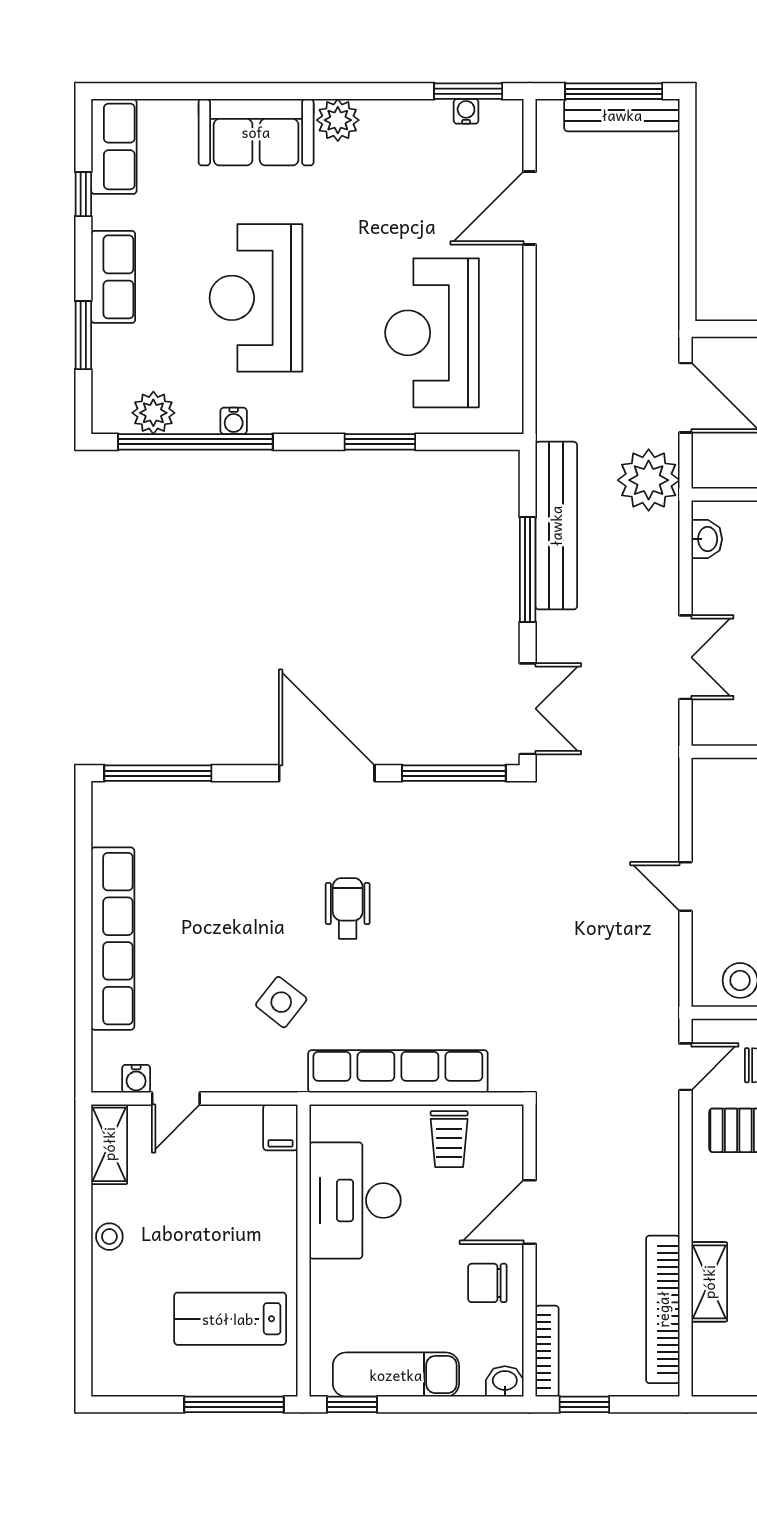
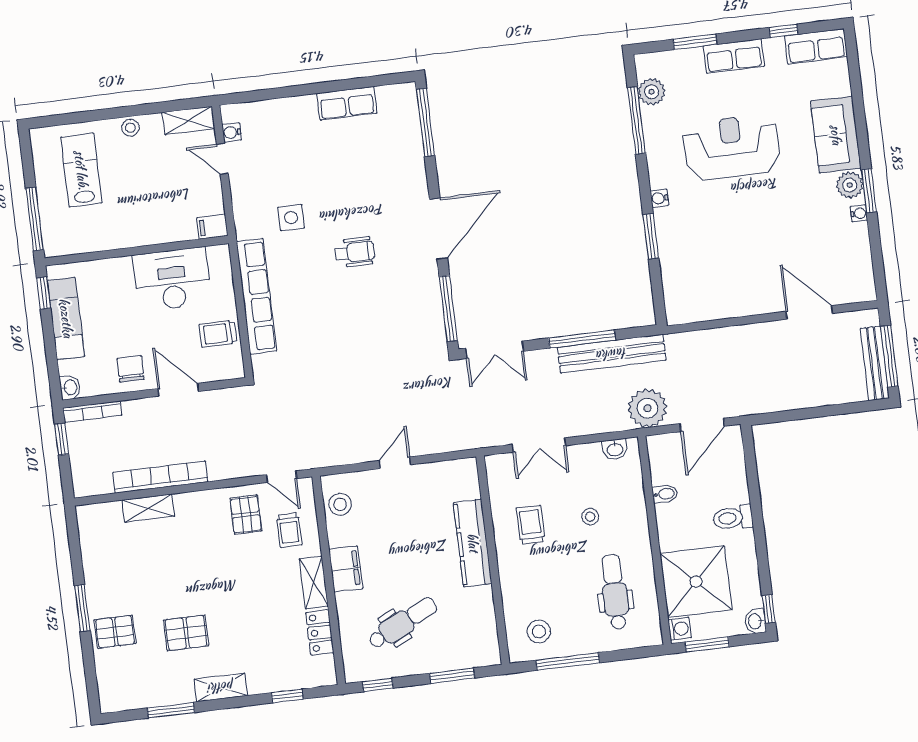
window: (468, 91) -> (869, 191), moved
water cooler: (466, 111) -> (859, 213), moved
reception desk: (432, 333) -> (723, 261), removed
water cooler: (234, 421) -> (659, 198), moved
window: (195, 442) -> (636, 120), width x0.68
row of seats: (113, 939) -> (347, 103), width x0.50
side table: (281, 1002) -> (291, 218), turned -38
bookcase: (663, 1309) -> (160, 477), moved
lab bench: (230, 1319) -> (81, 170), moved

